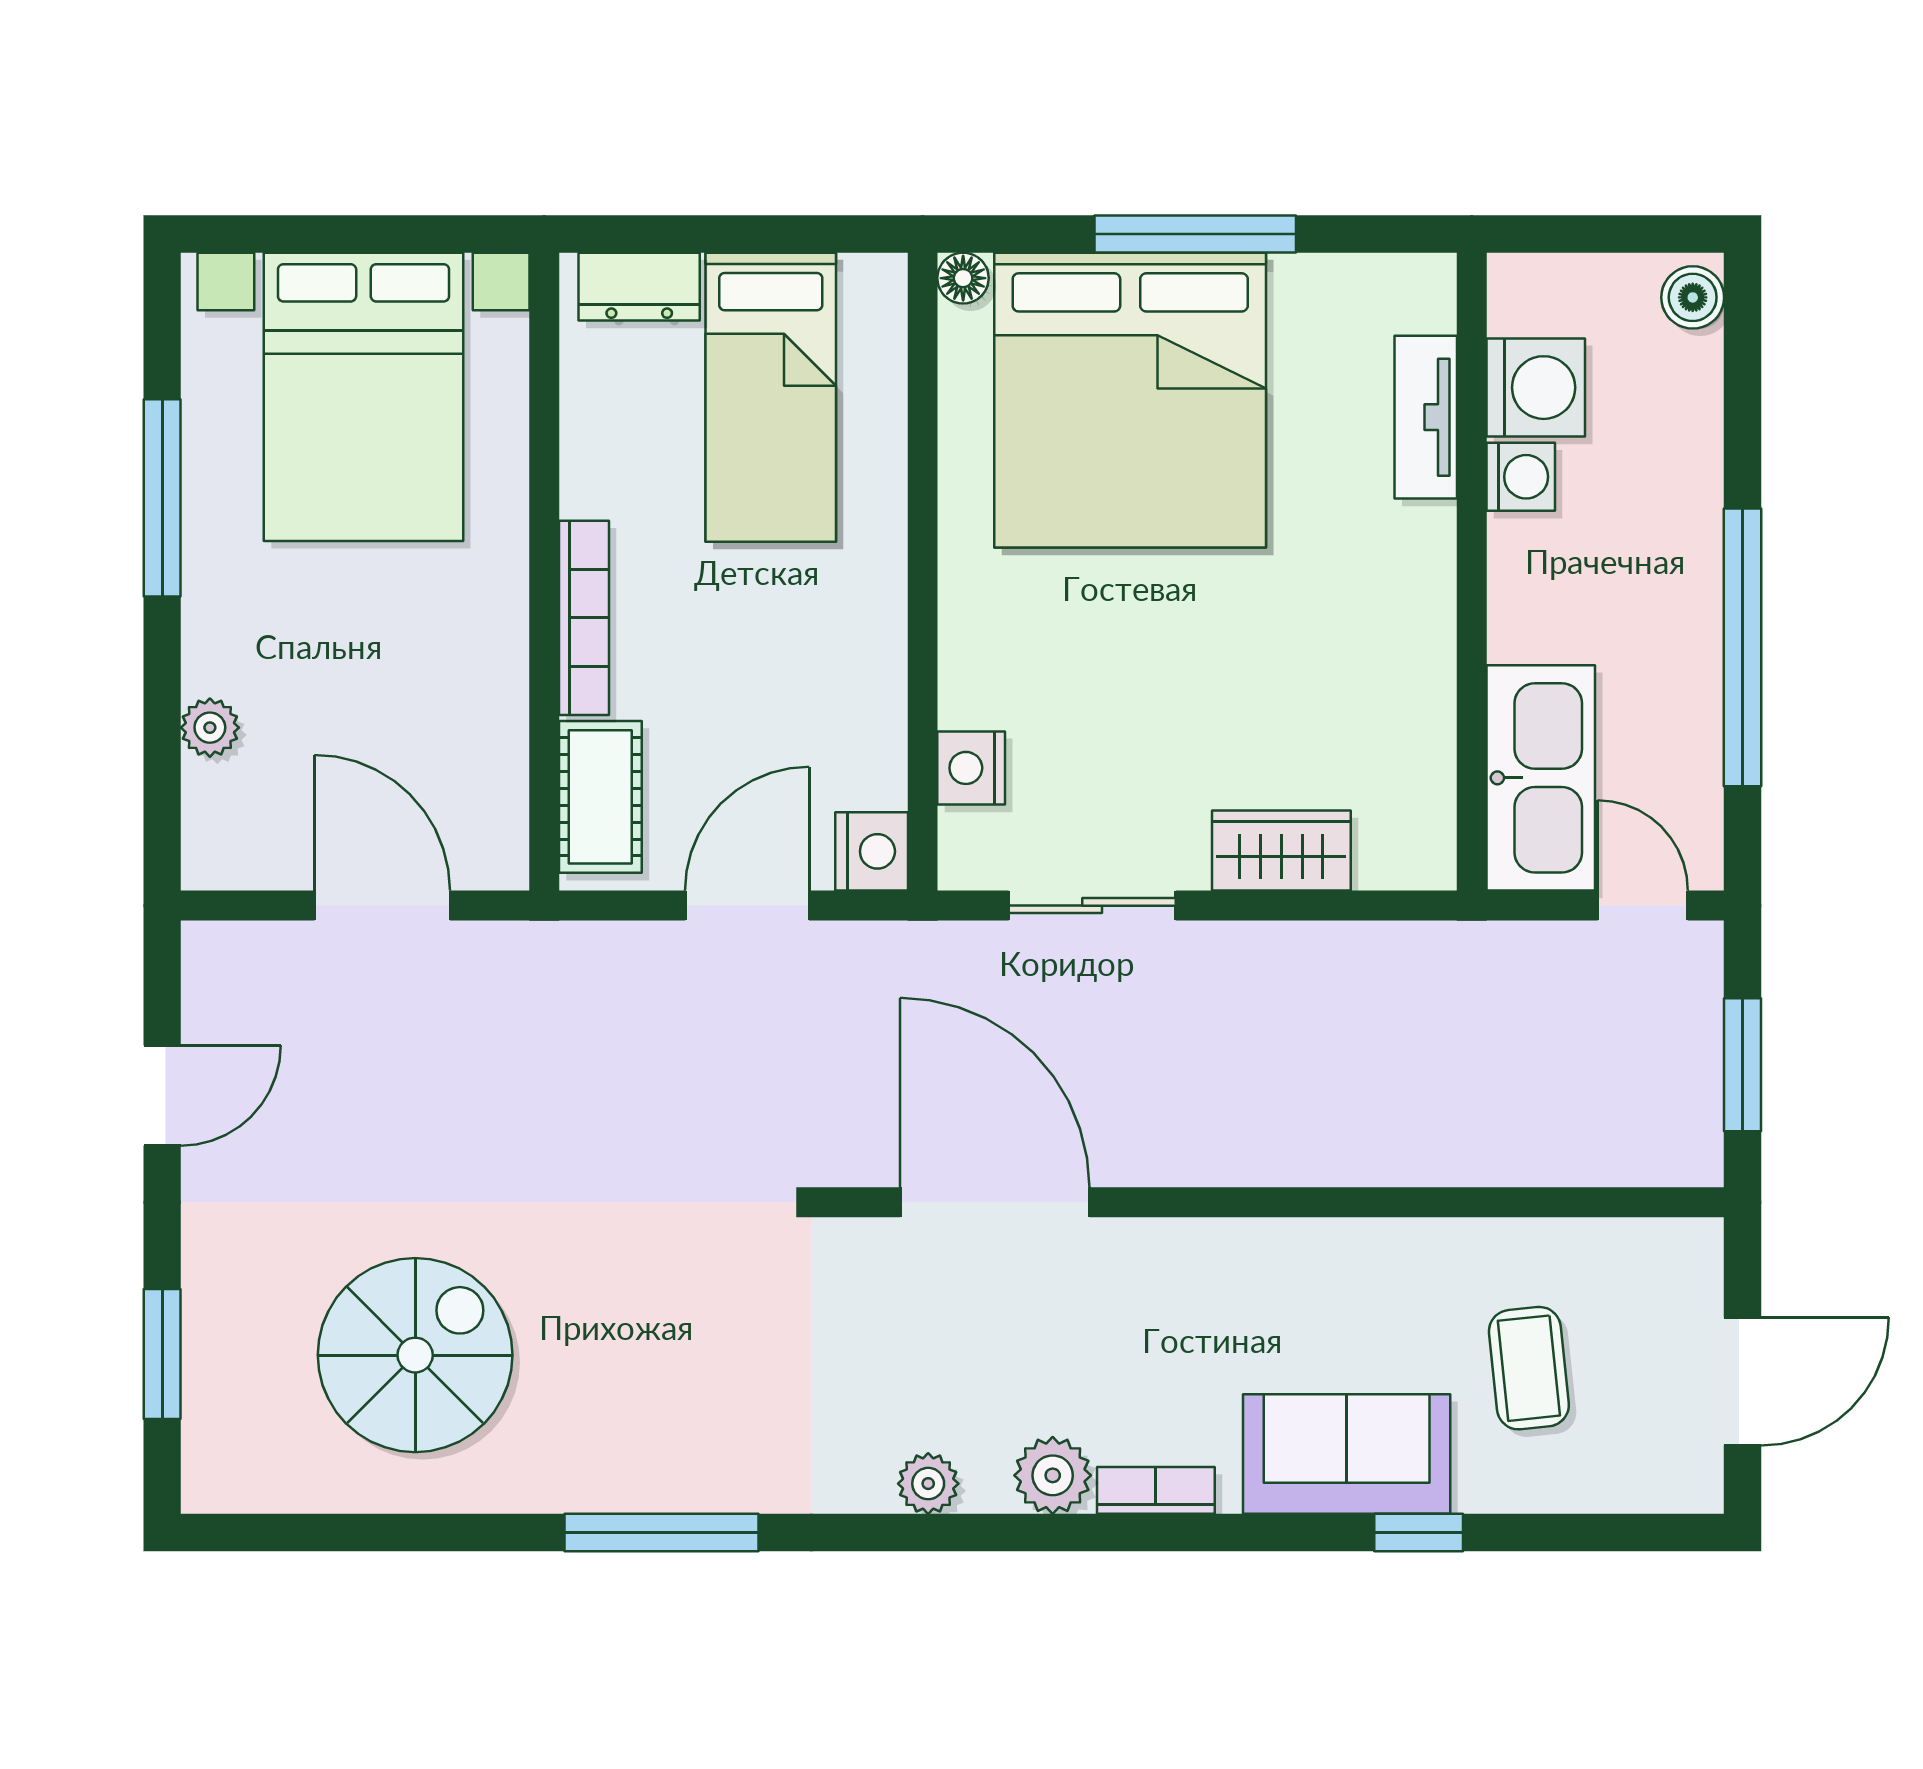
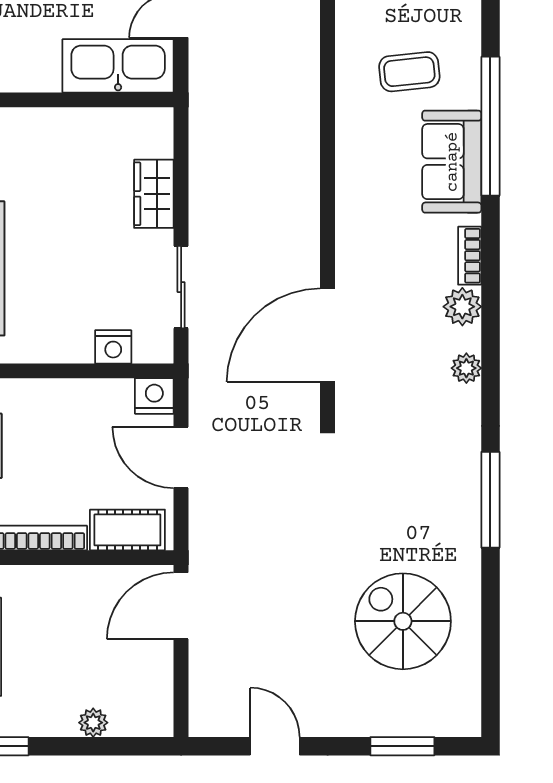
door: (382, 906) -> (181, 606), moved
window: (1419, 1533) -> (490, 126), width x3.17

